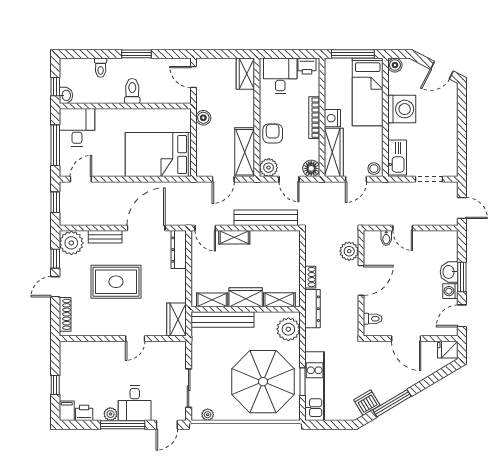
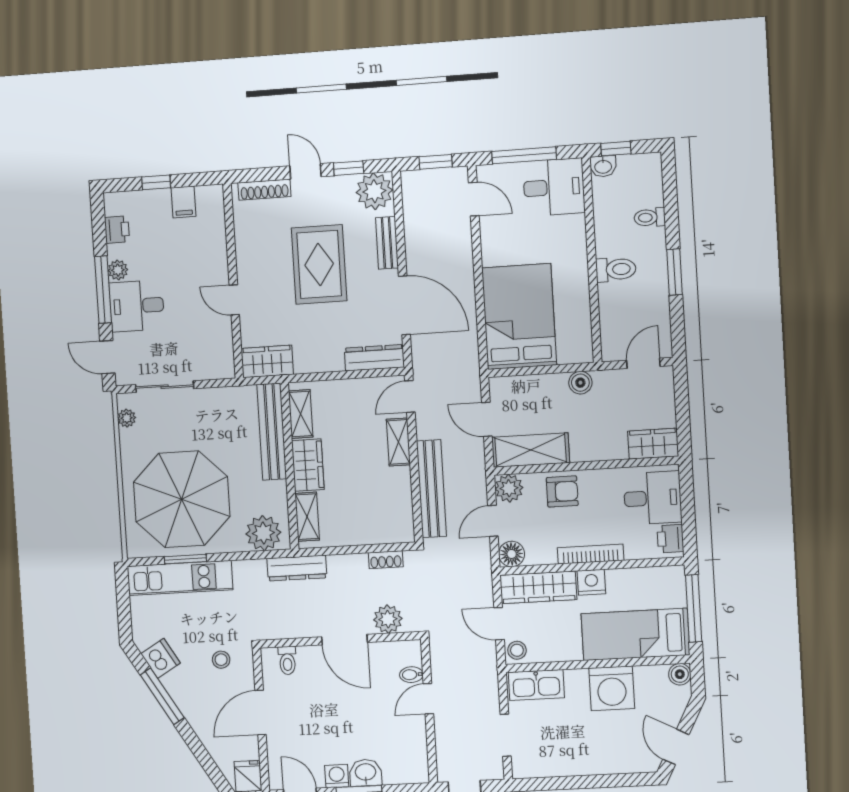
shoe rack: (310, 277) -> (386, 560), moved
stool: (370, 362) -> (221, 660), added
filing cabinet: (67, 411) -> (184, 202), moved, turned 90

